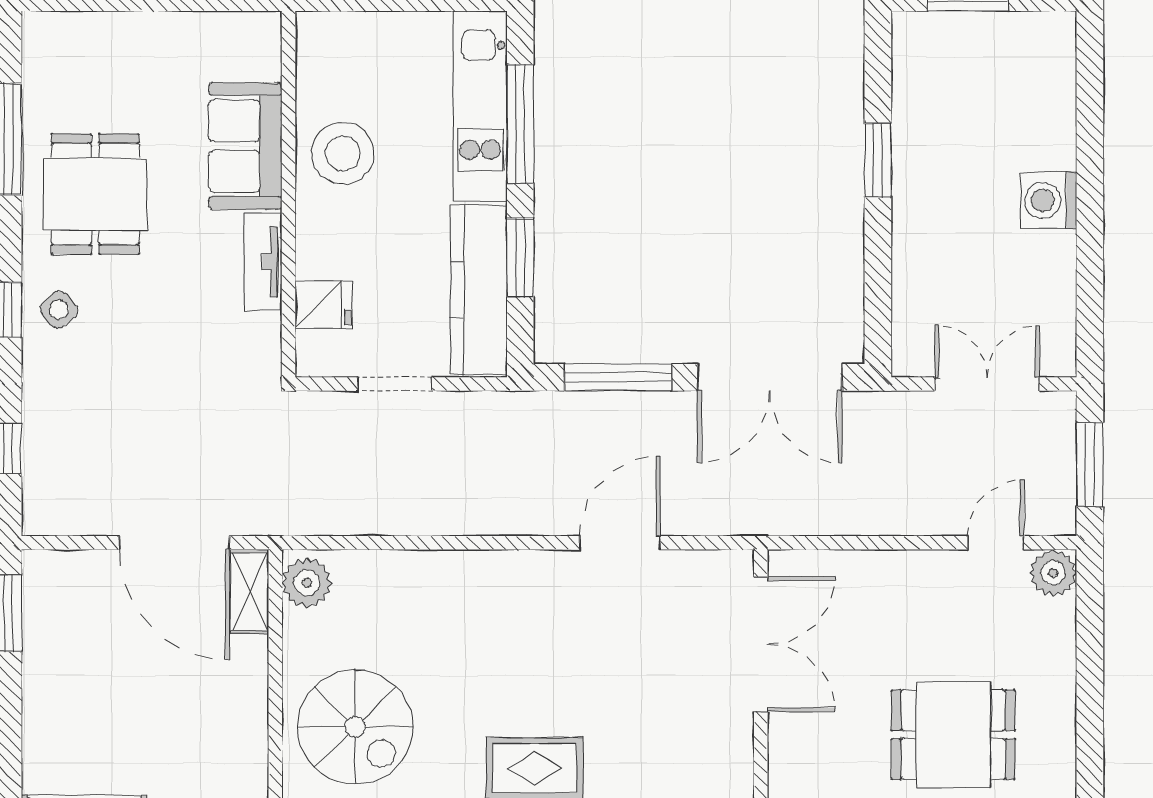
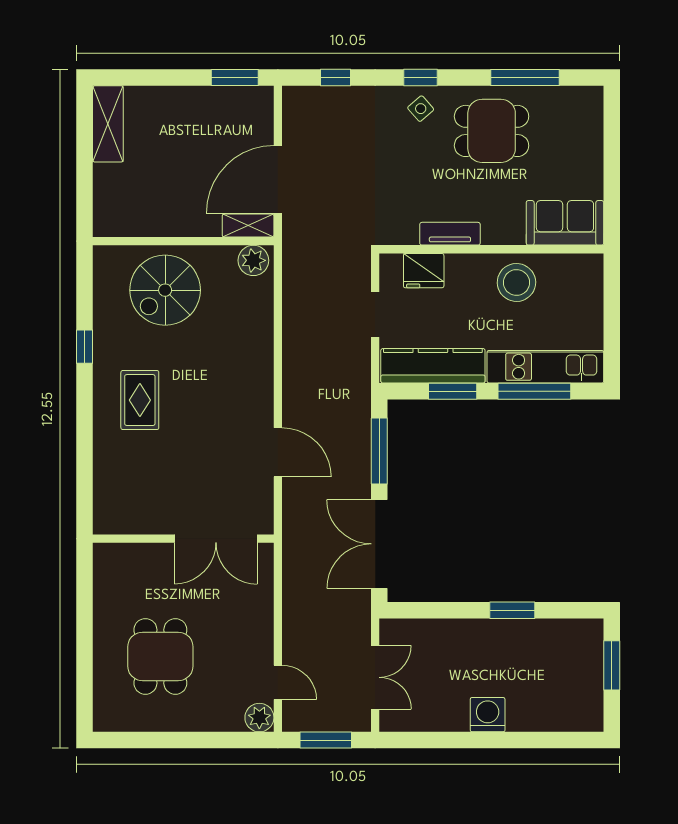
sofa: (245, 146) -> (565, 223), moved
fridge: (323, 305) -> (424, 271), width x1.38

